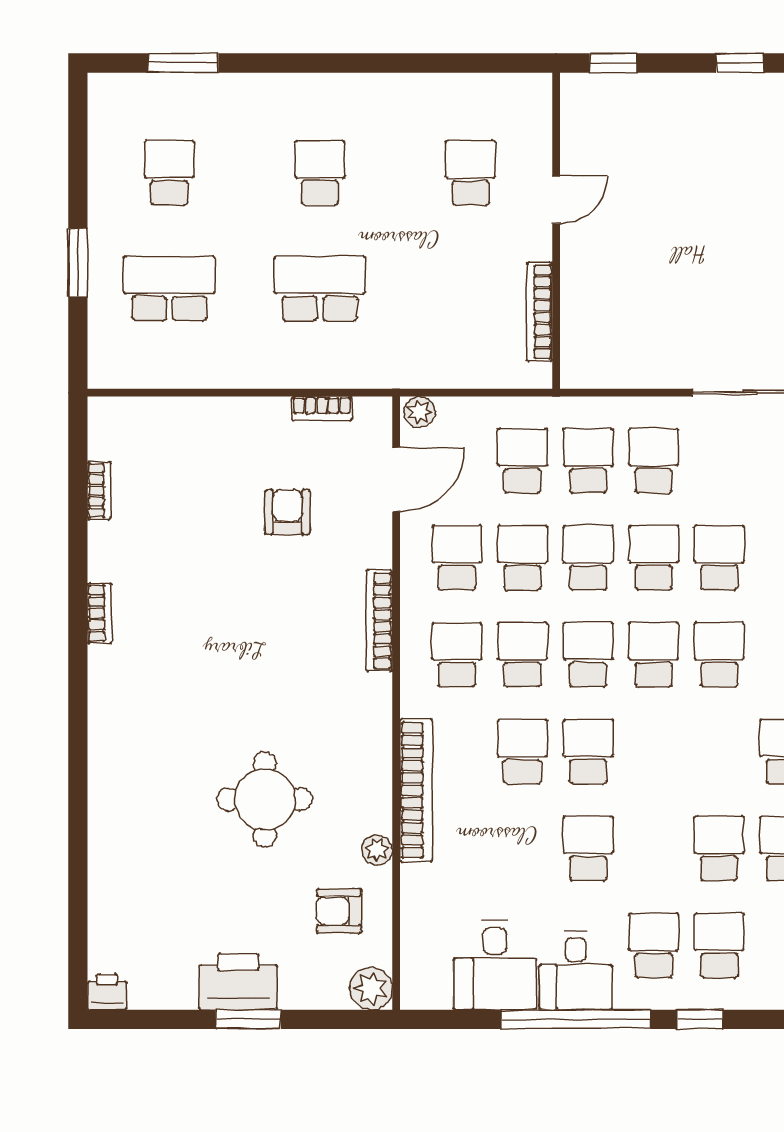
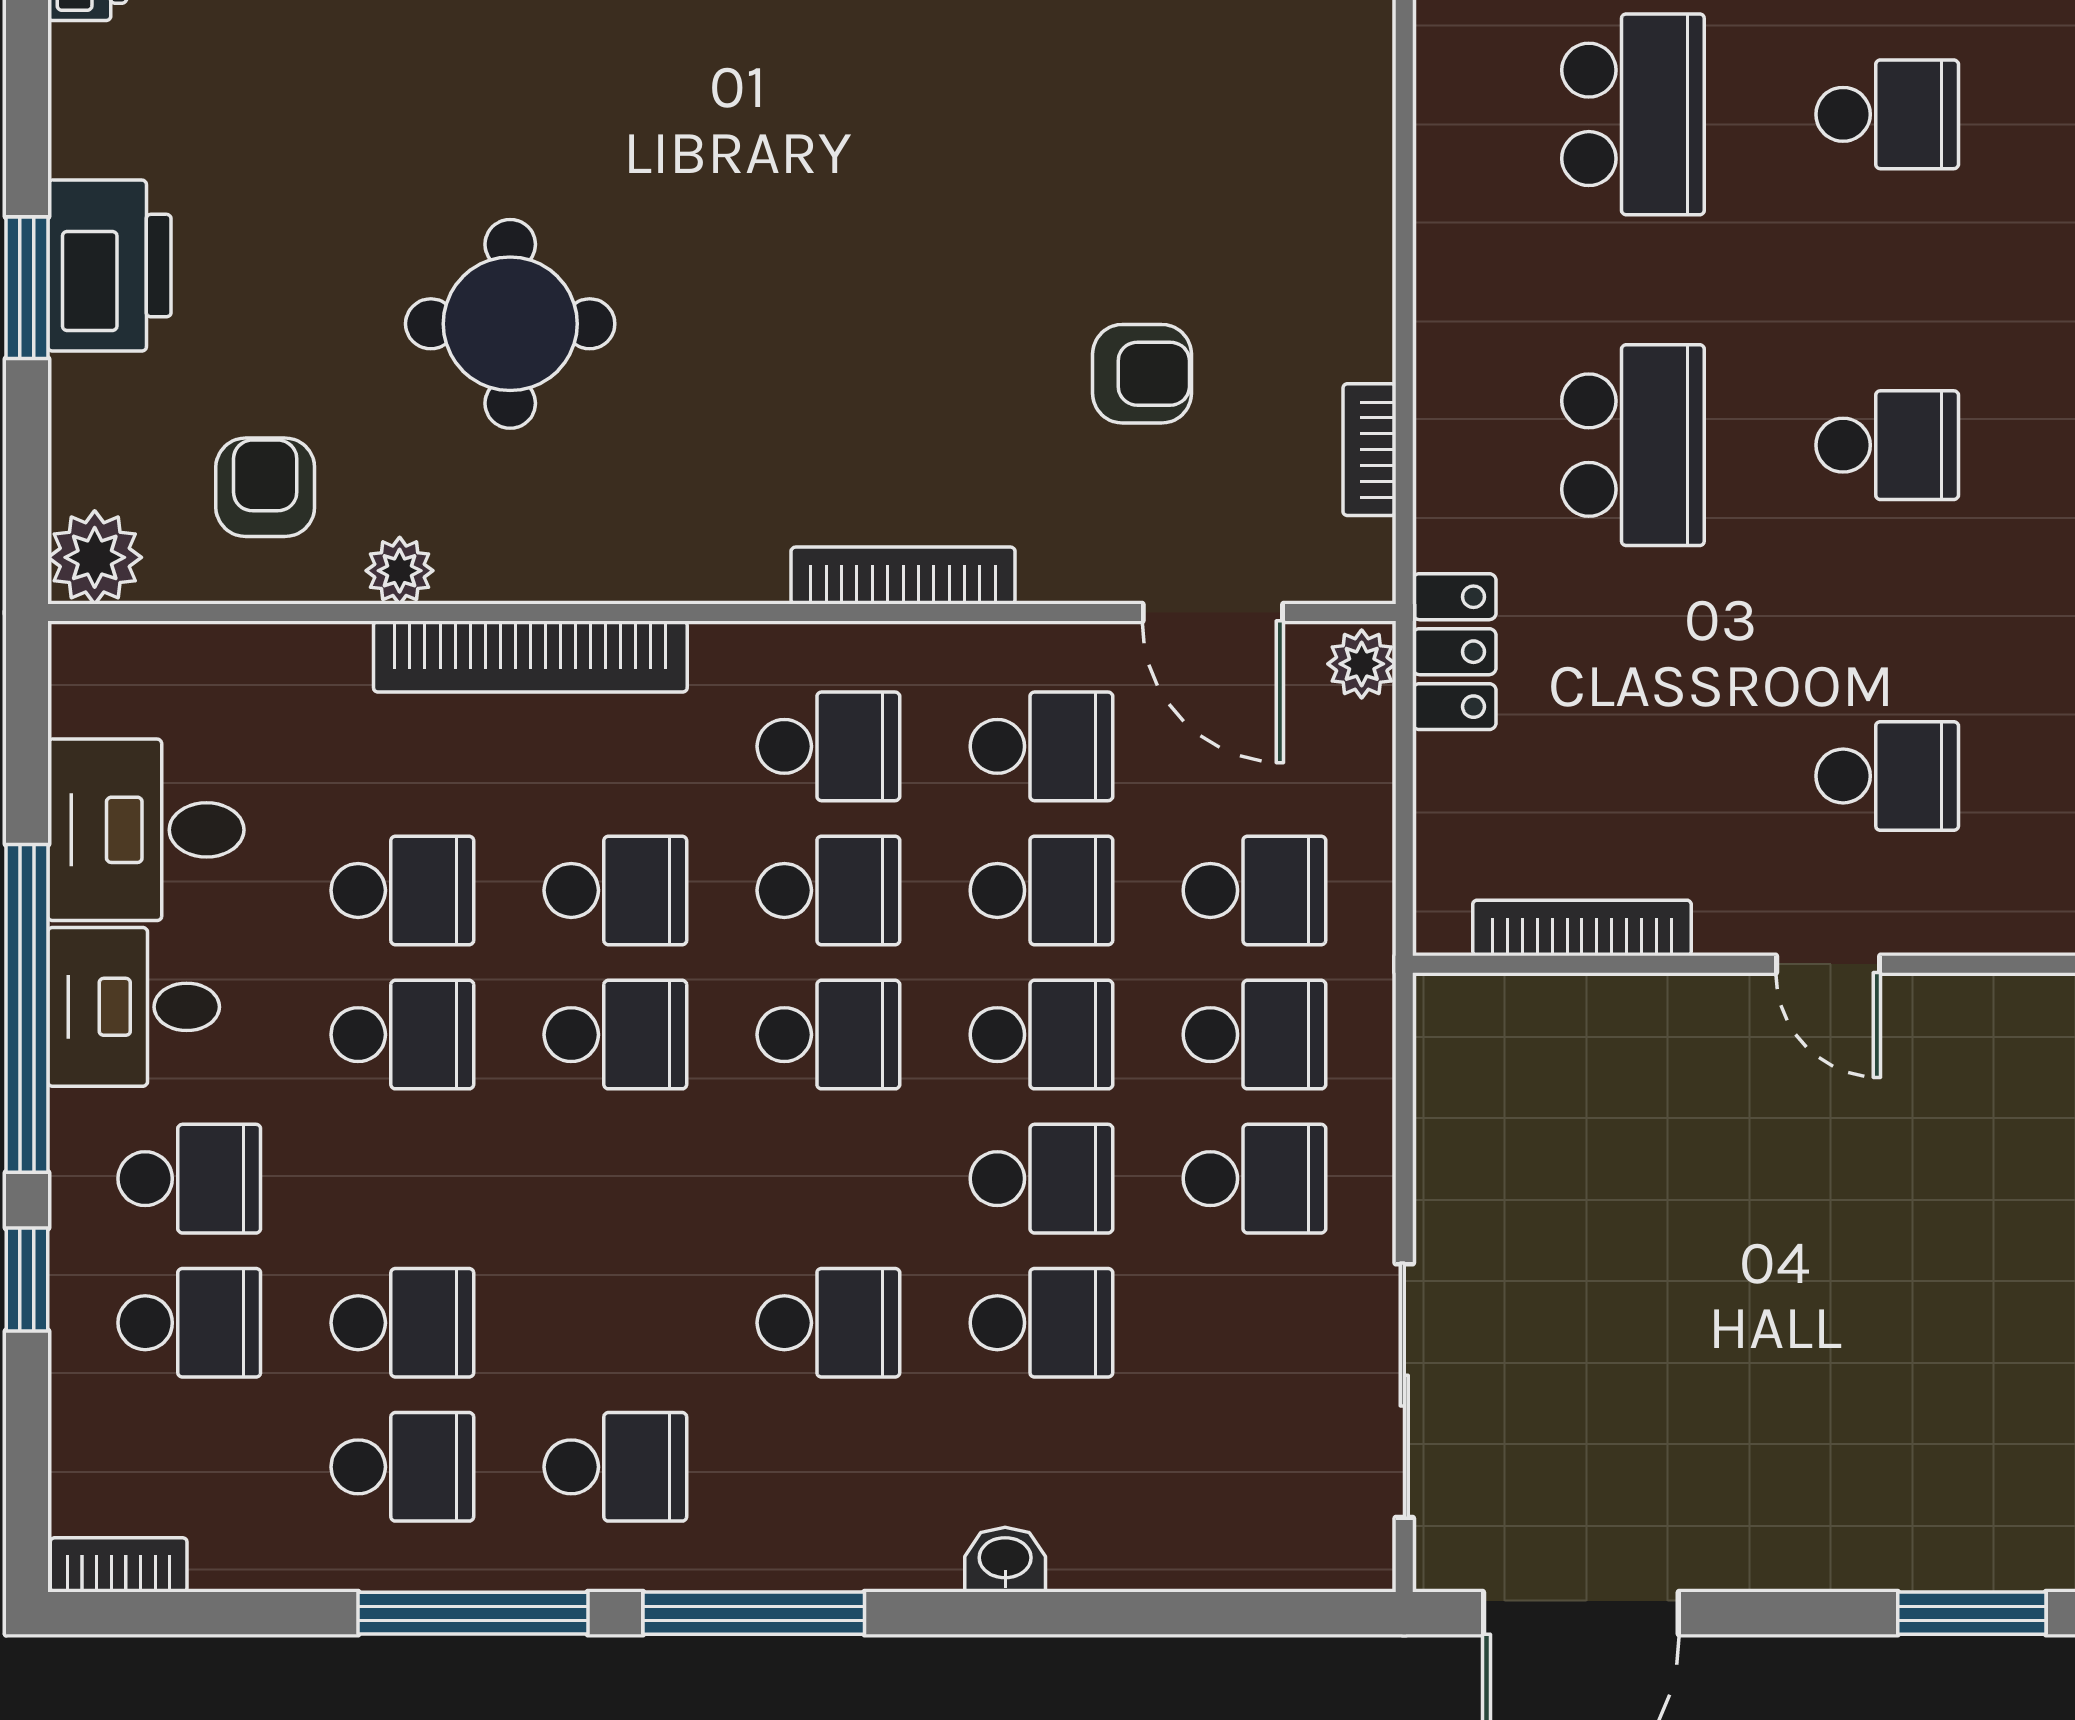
locker: (414, 370) -> (1454, 652), added
school desk: (654, 655) -> (402, 890), moved

